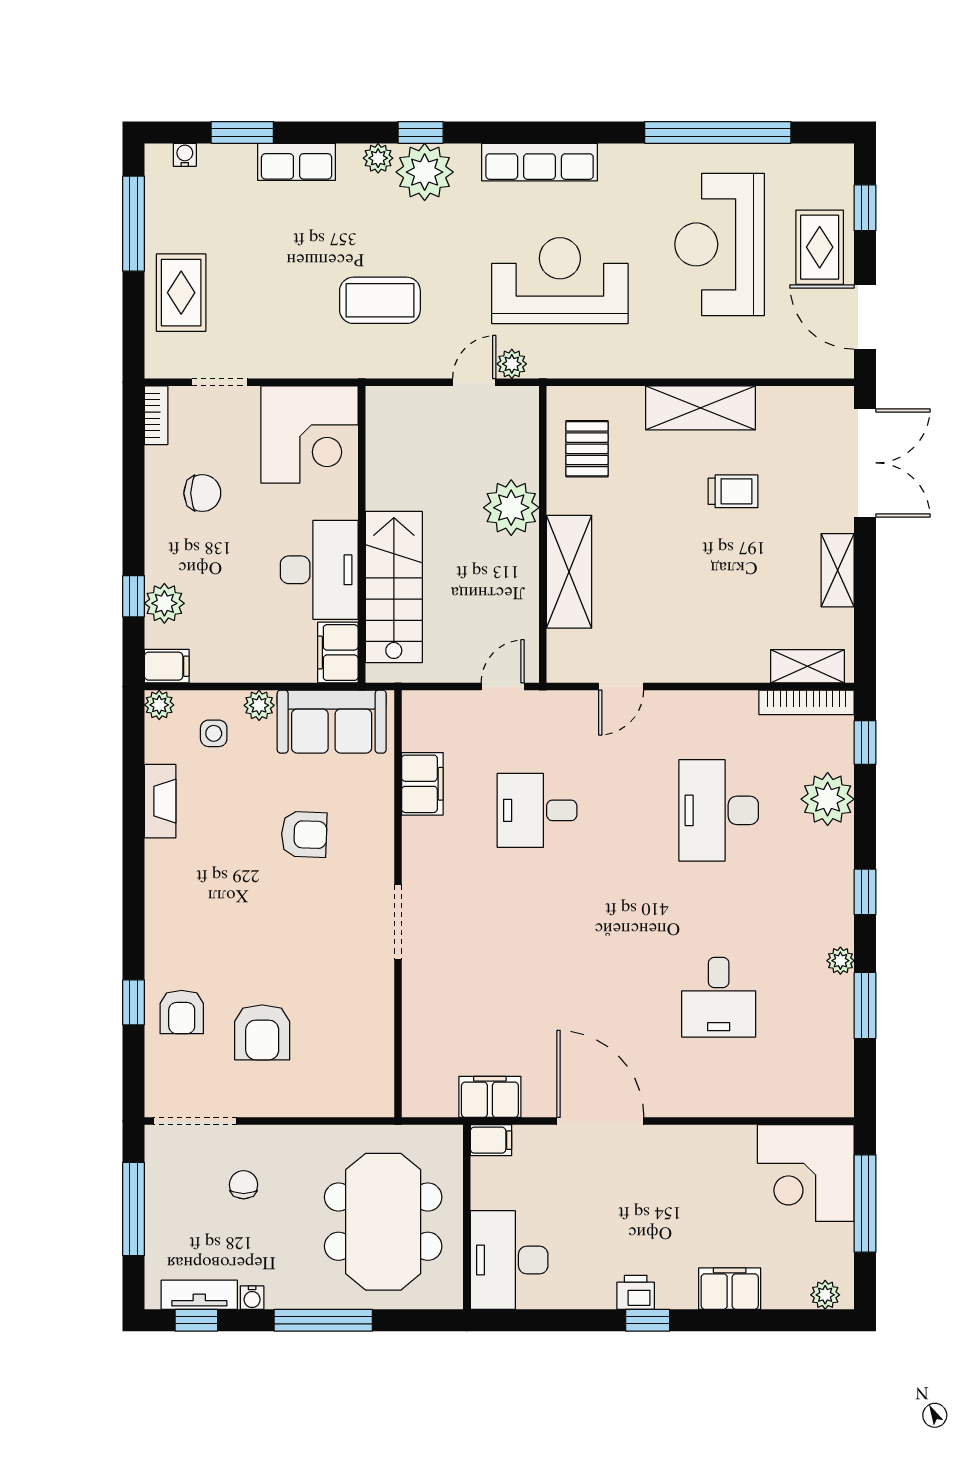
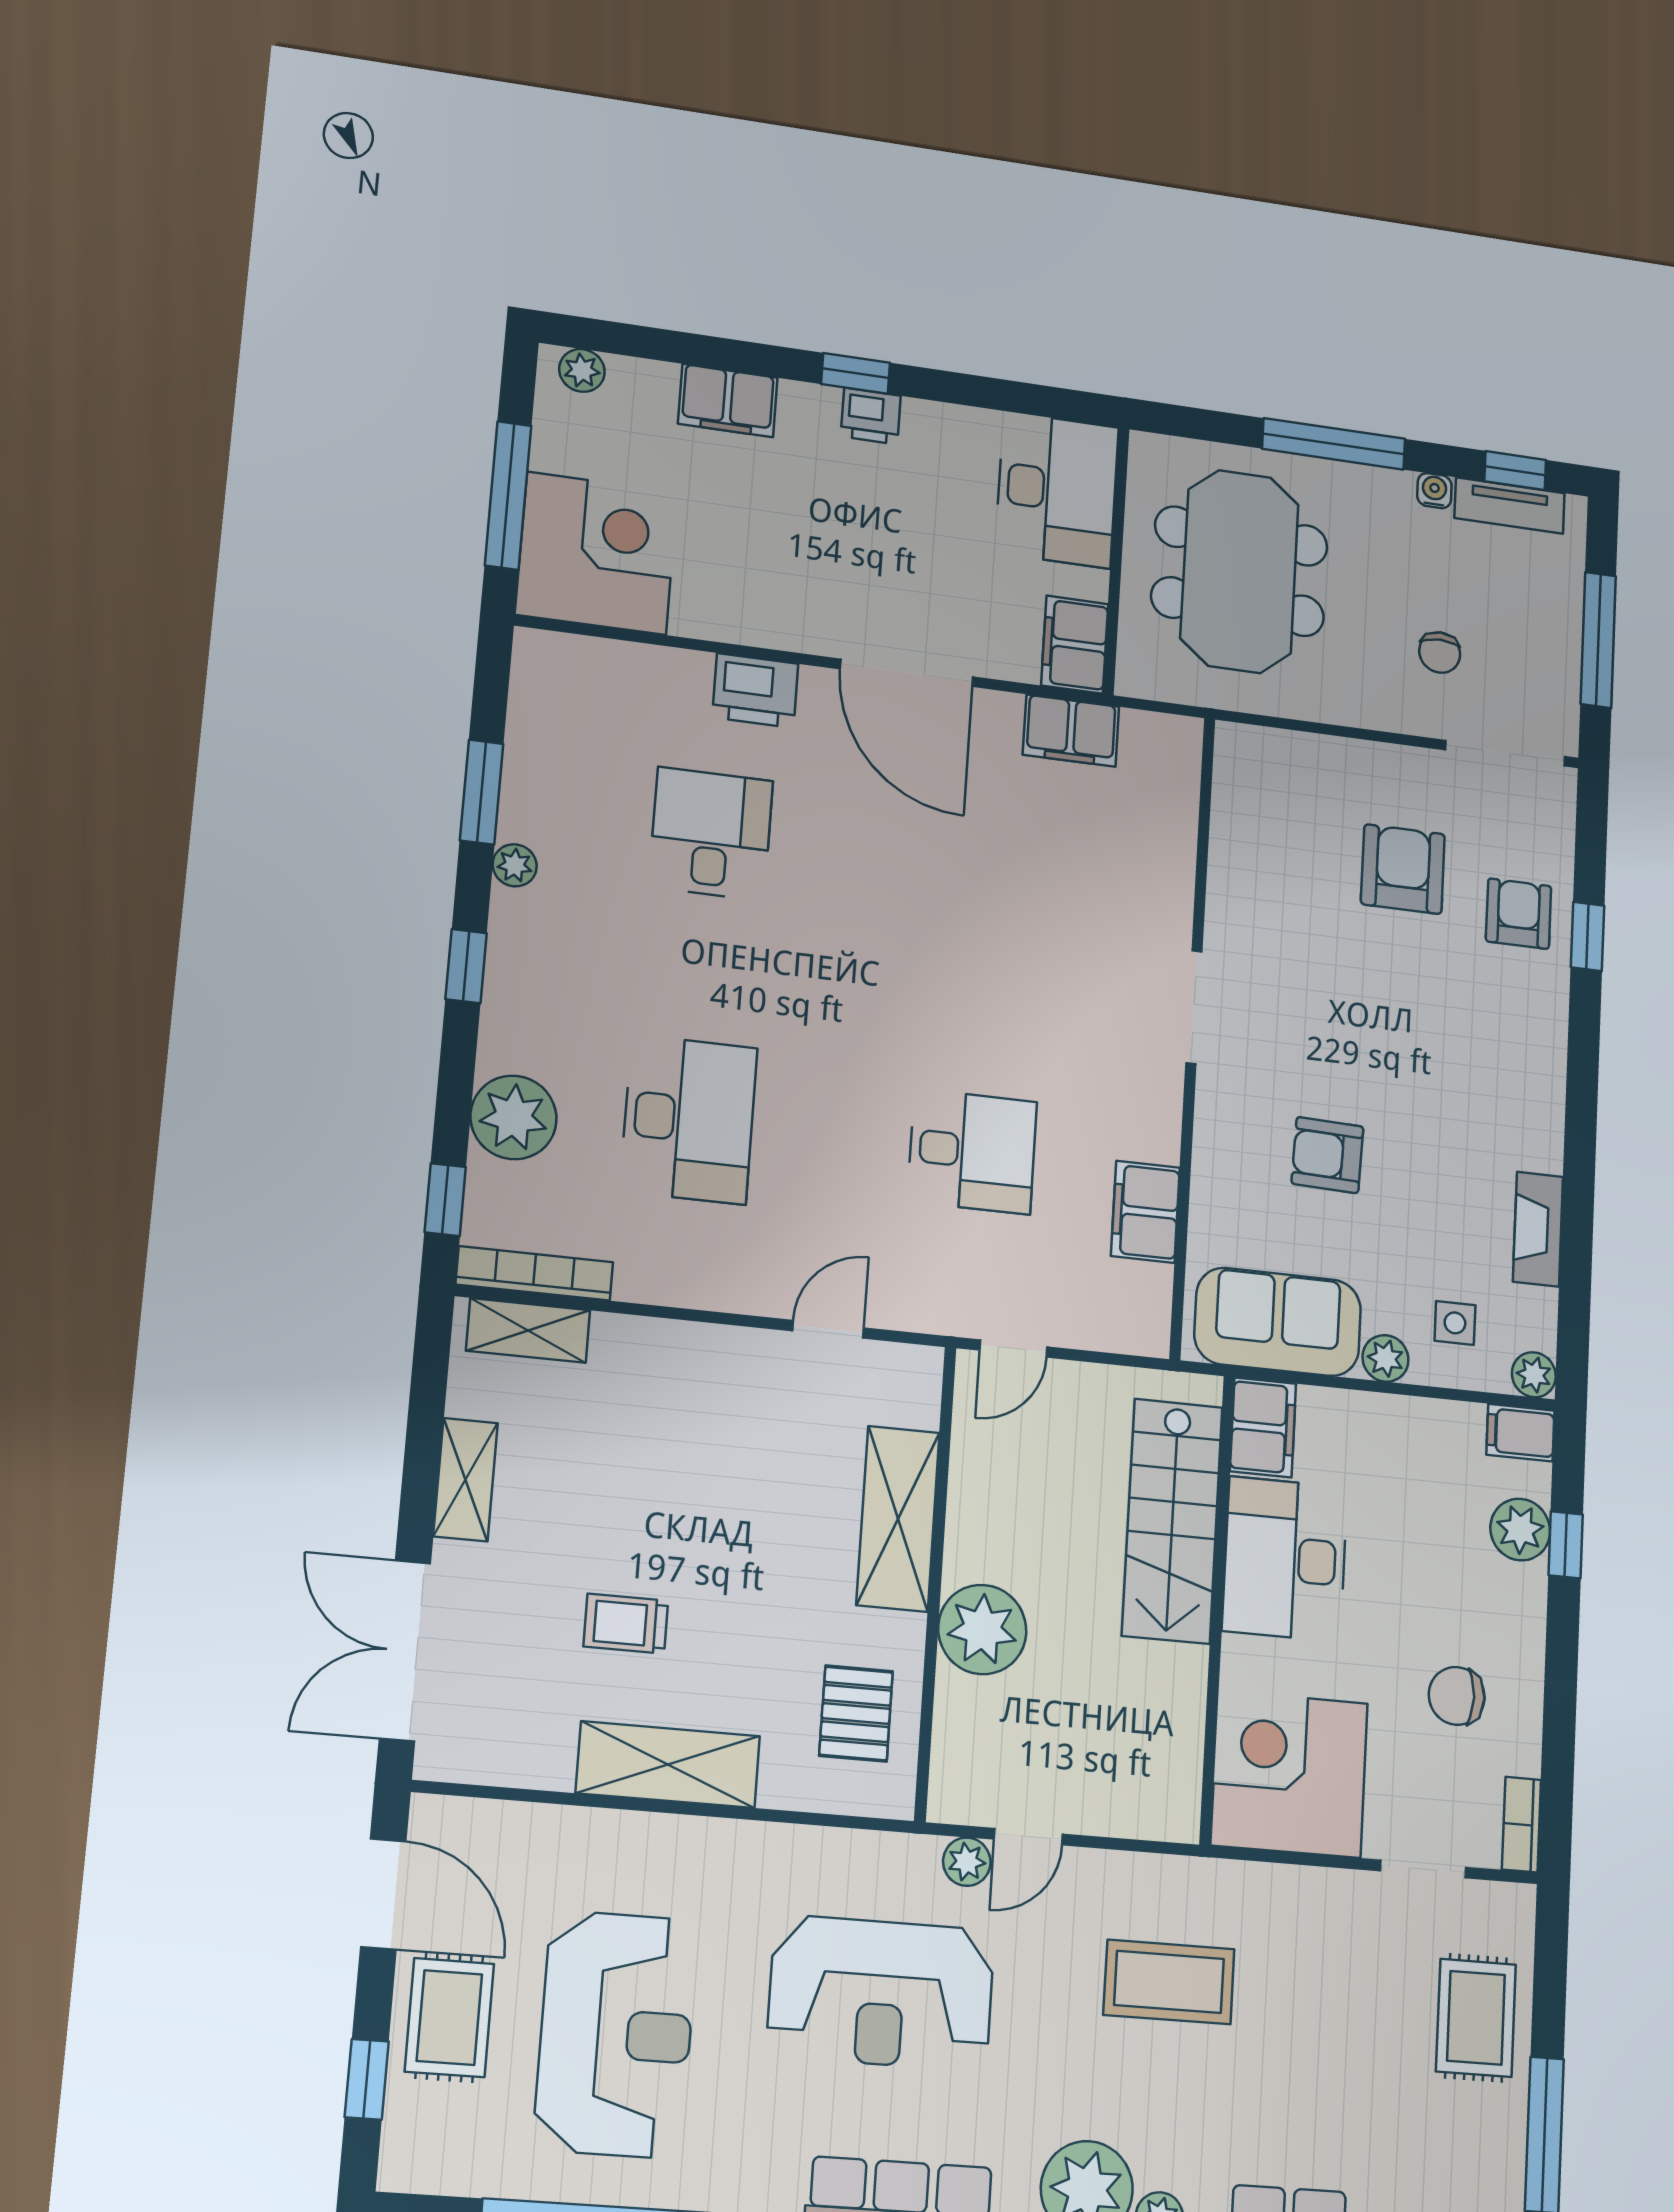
printer: (697, 1096) -> (755, 691), added
filing cabinet: (491, 1140) -> (1075, 645), width x2.00

